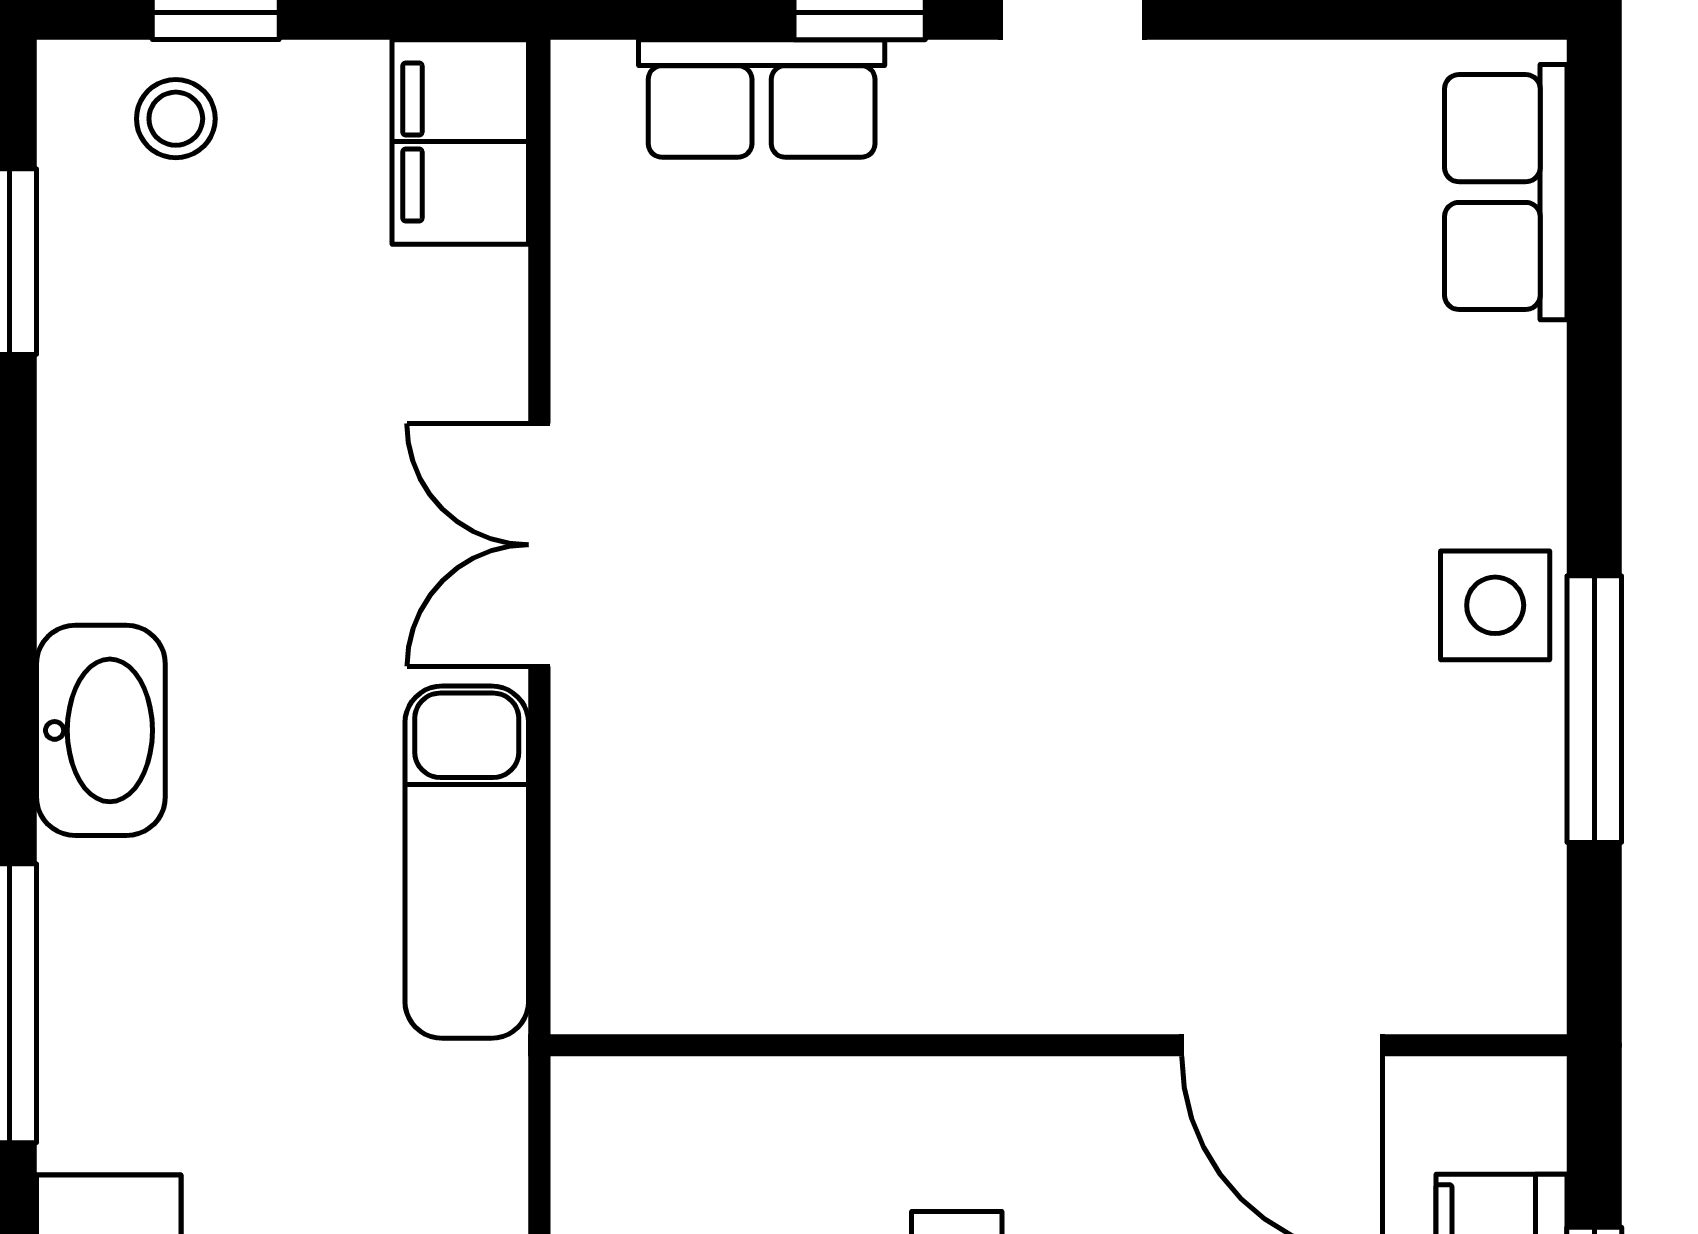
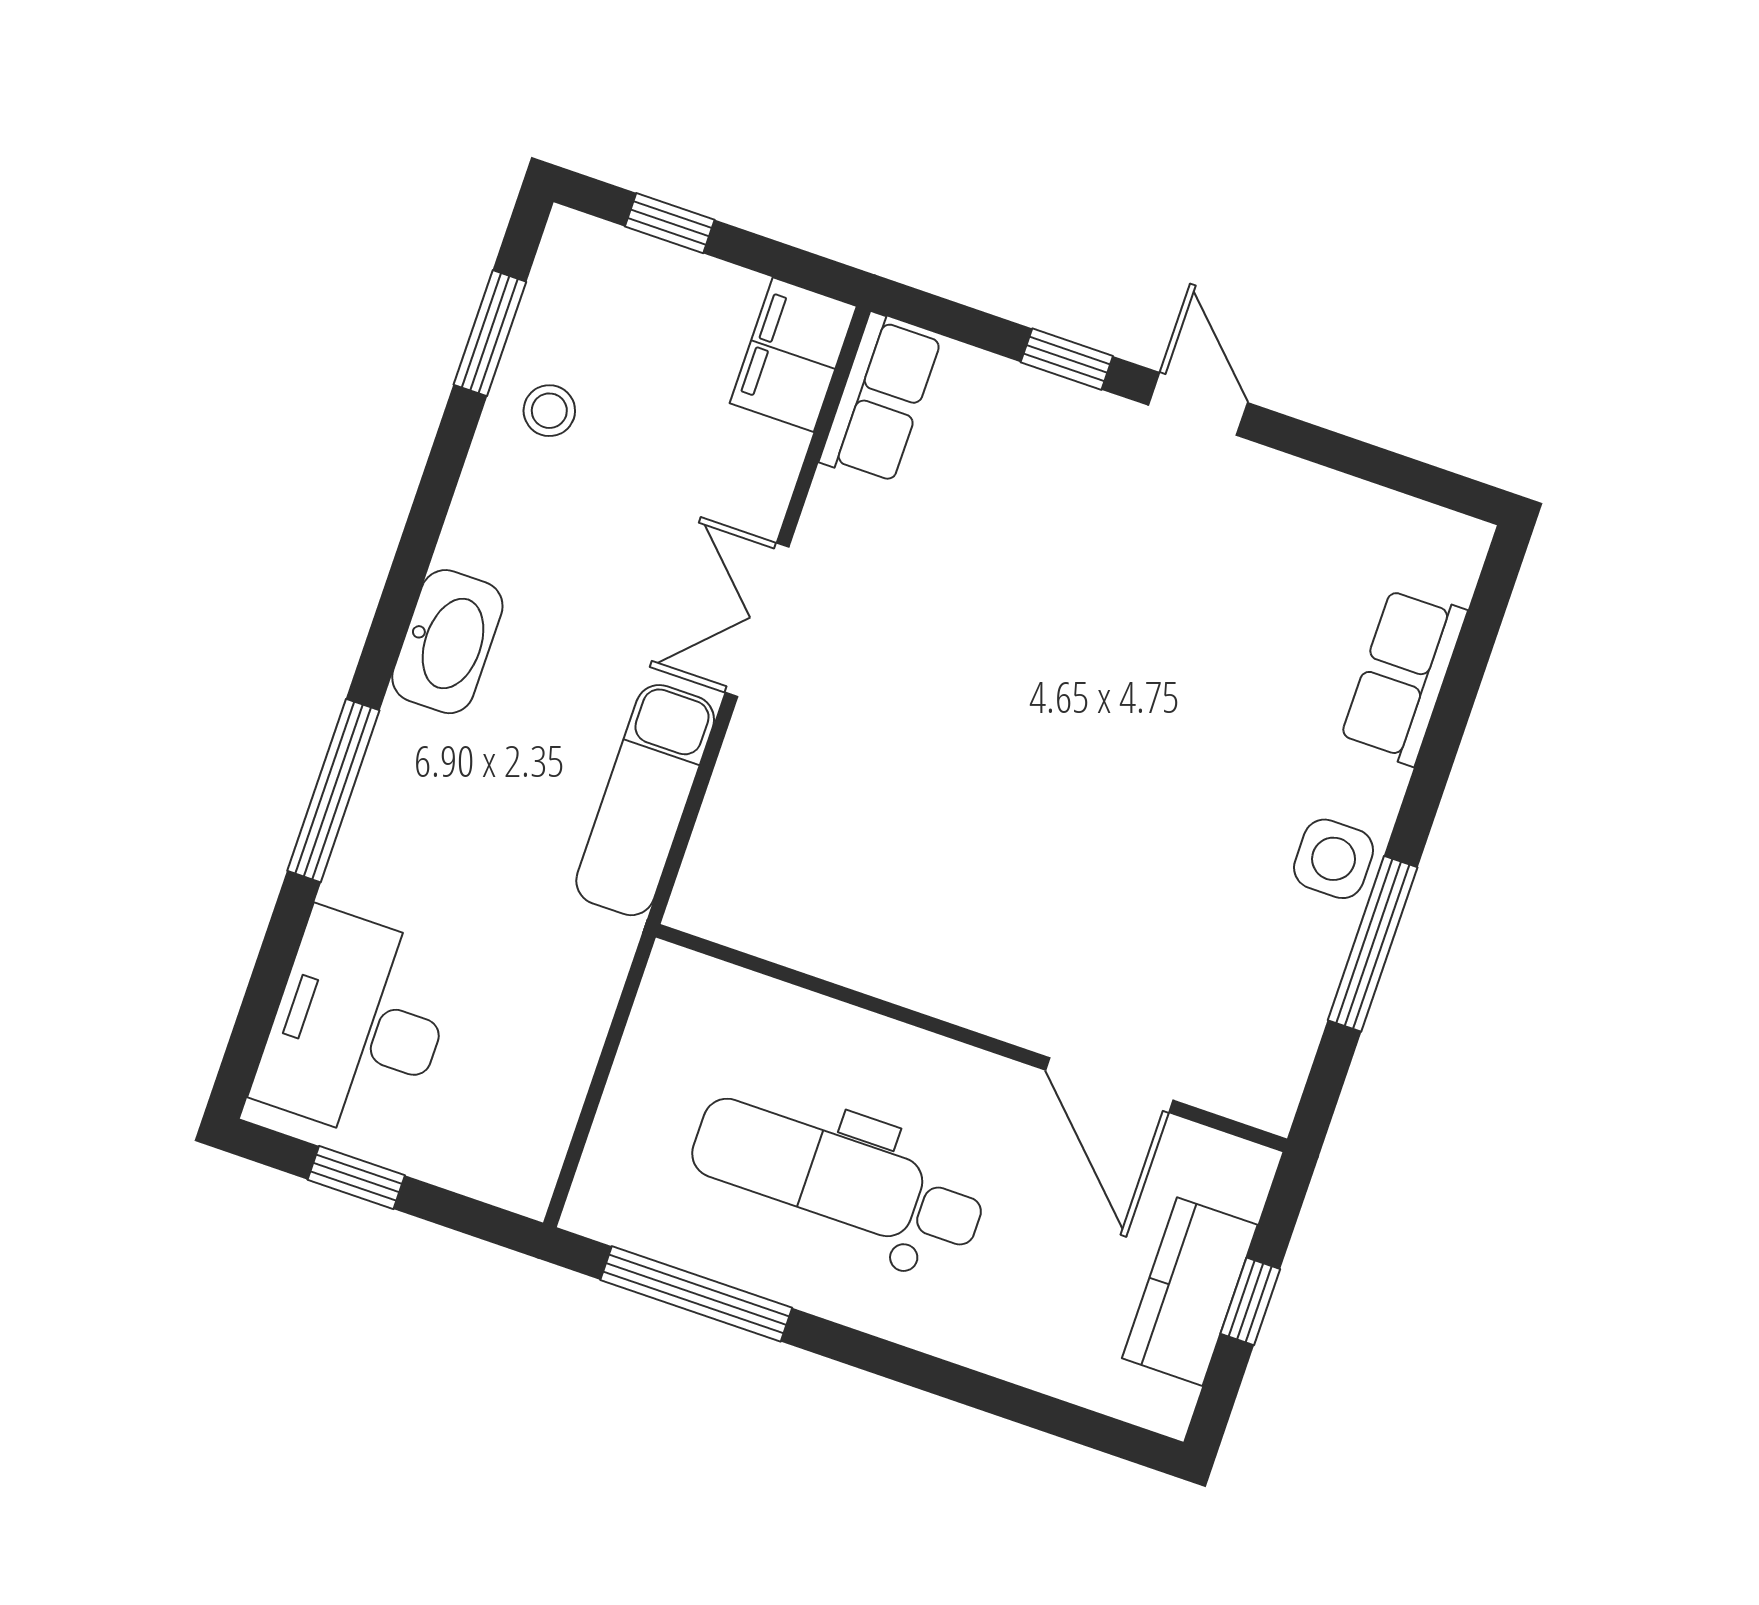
row of seats: (762, 99) -> (881, 399), moved, turned -90
stool: (176, 119) -> (549, 411), moved
row of seats: (1506, 192) -> (1403, 676), moved

